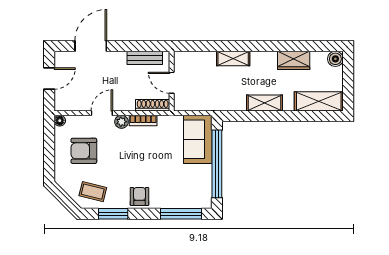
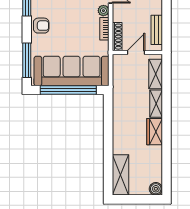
wardrobe: (294, 60) -> (155, 132), moved
shelving: (265, 103) -> (156, 74), moved
sofa: (198, 139) -> (72, 71), width x1.85, depth x1.27

